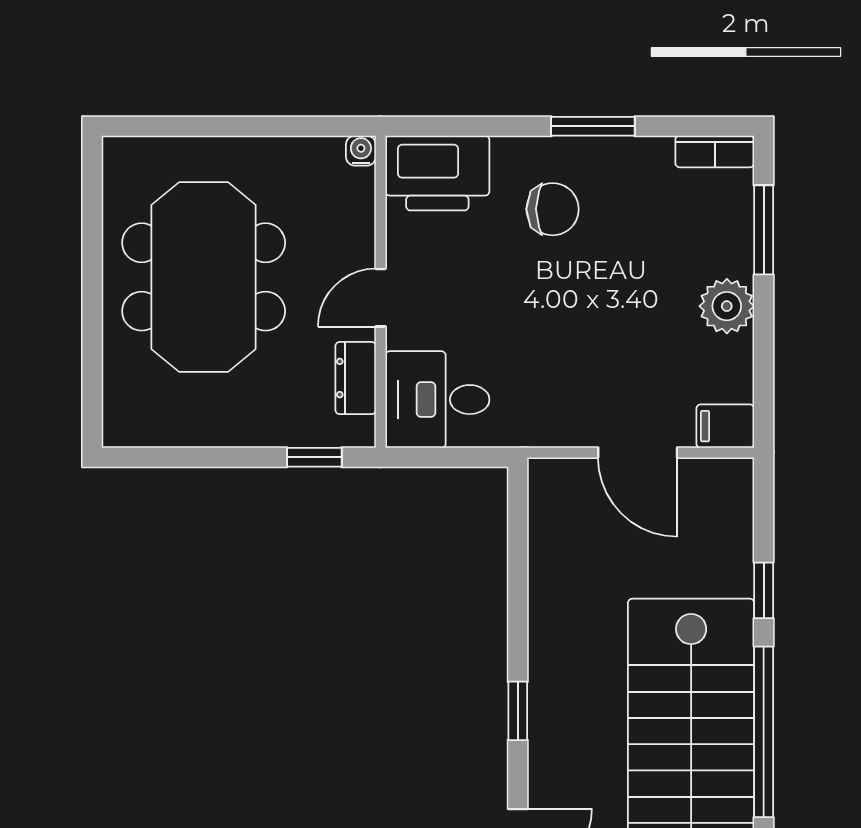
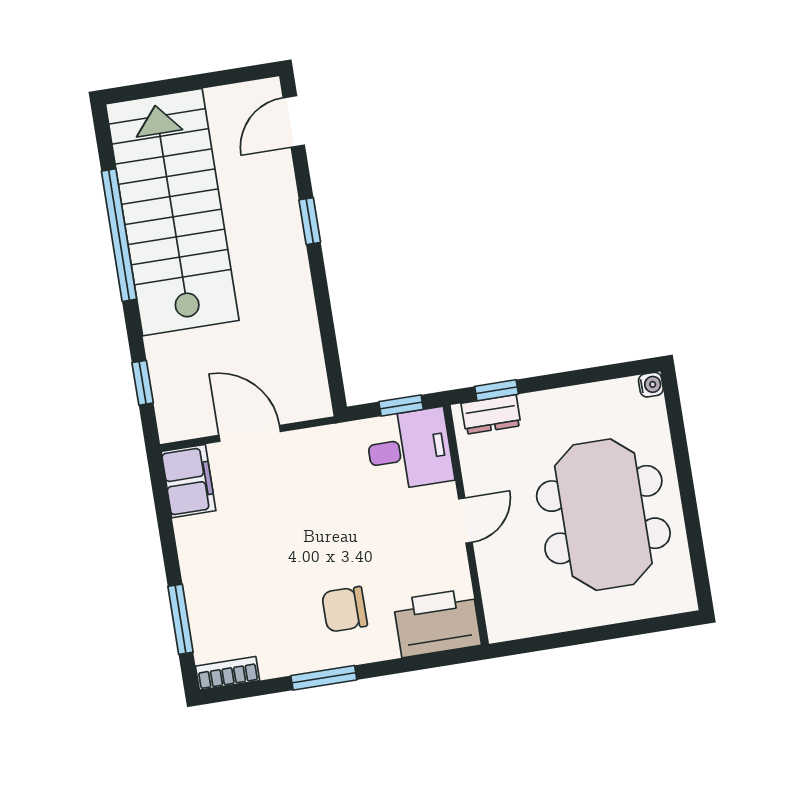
water cooler: (361, 151) -> (651, 385), moved, turned -90
plant: (727, 306) -> (199, 556), removed
dresser: (356, 378) -> (491, 414), moved, turned 90
filing cabinet: (725, 426) -> (188, 481), width x2.00
window: (439, 457) -> (401, 406), added
window: (764, 590) -> (143, 383), moved

